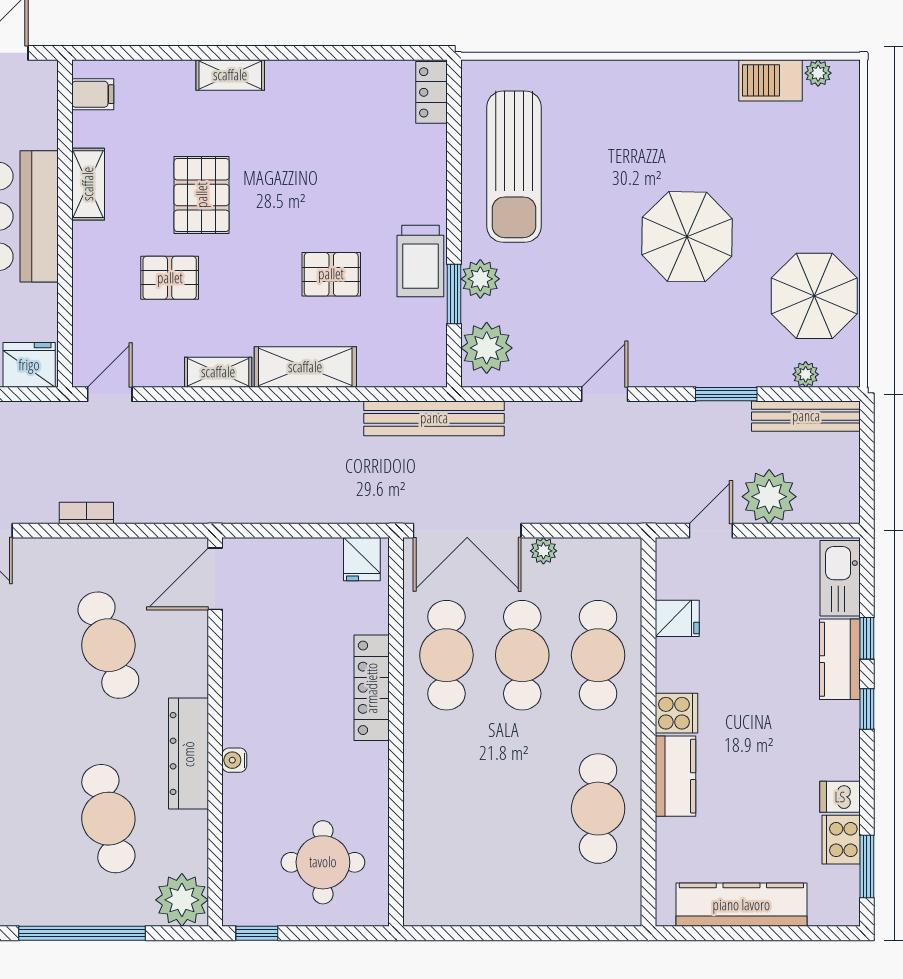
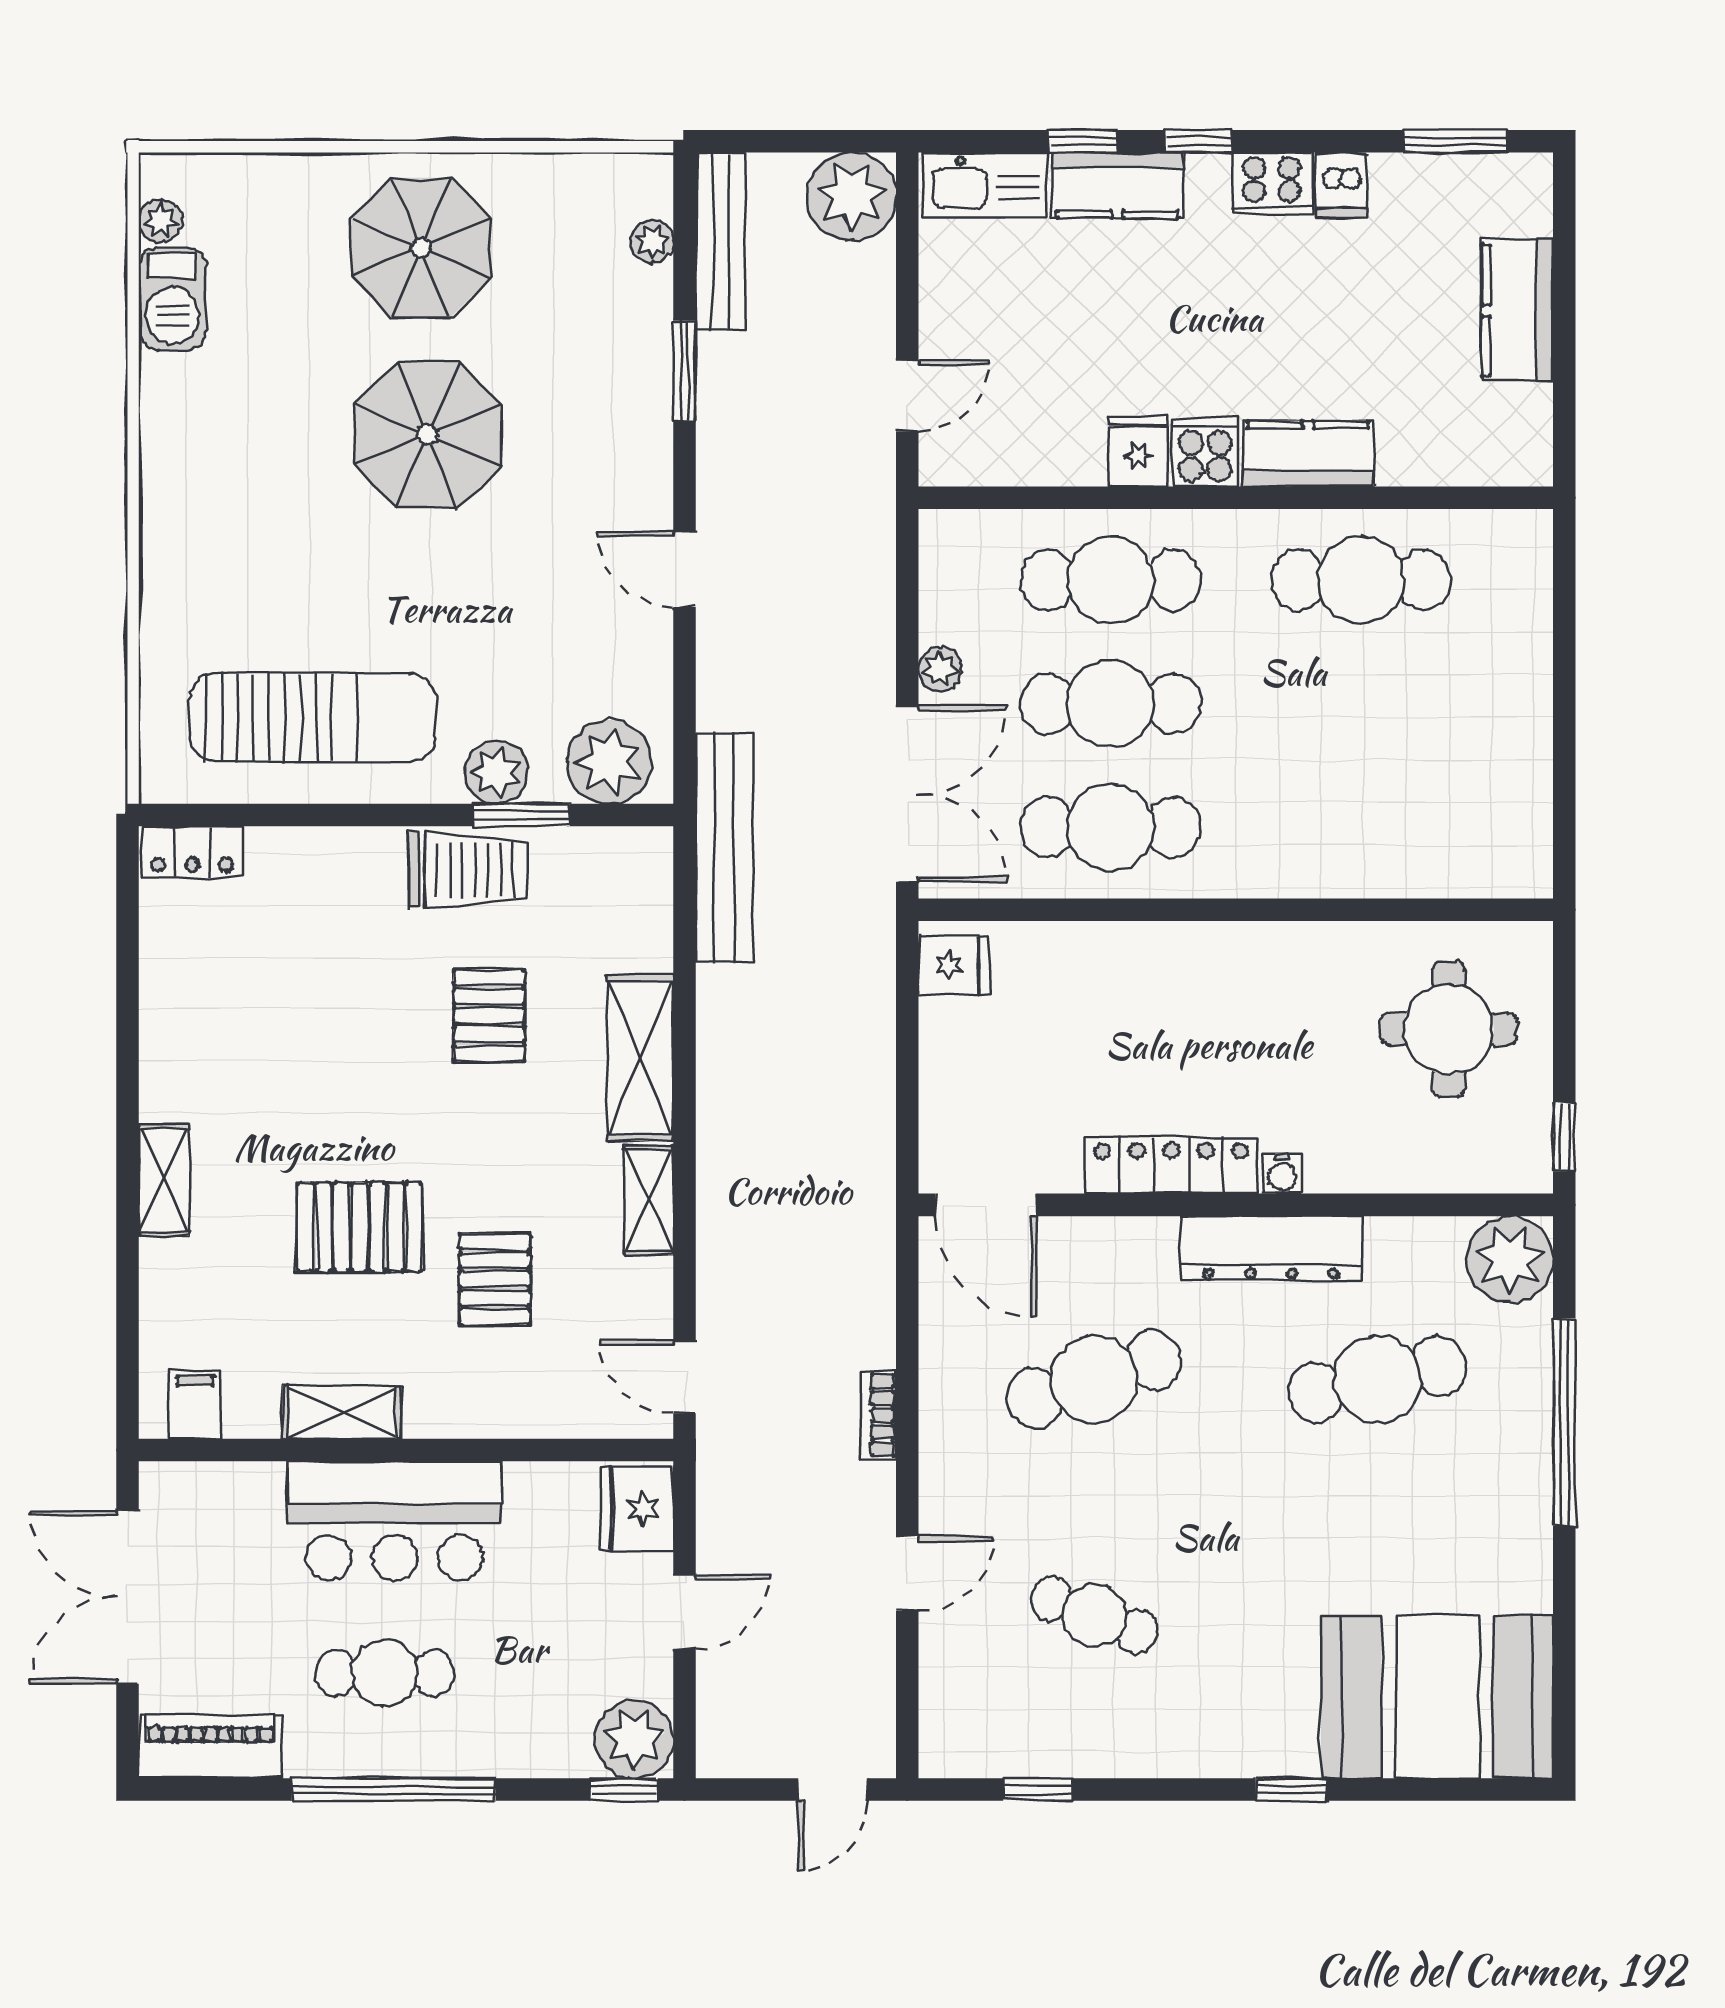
parasol: (814, 296) -> (421, 248), moved
plant: (769, 497) -> (852, 197), moved
door: (711, 531) -> (907, 396), swing flipped
fridge: (677, 618) -> (1138, 451), moved
locker: (372, 688) -> (1171, 1165), moved, turned 180
cooker: (841, 840) -> (1272, 183), moved
kitchen counter: (741, 905) -> (1518, 310), width x0.67

